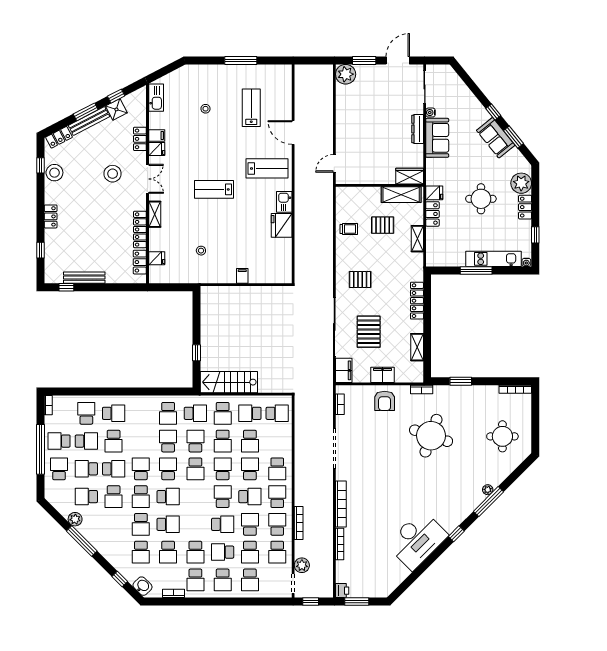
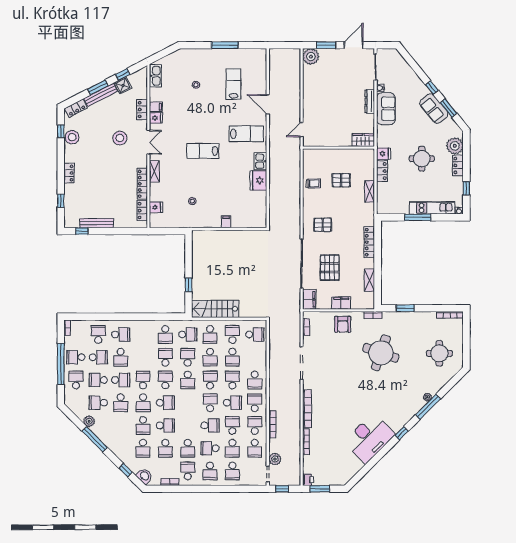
shelving: (401, 195) -> (356, 155), removed
school desk: (250, 413) -> (232, 334), turned 90
school desk: (195, 580) -> (188, 471), turned 180

